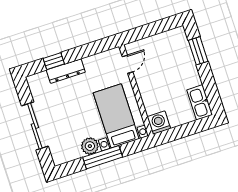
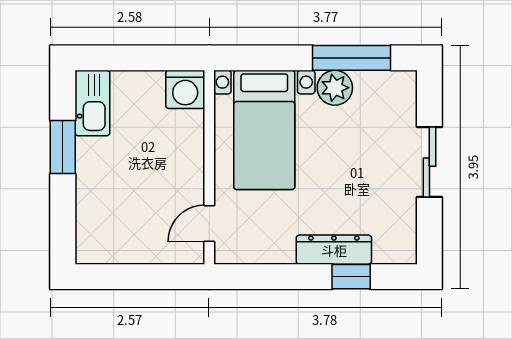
window: (198, 51) -> (63, 147), moved
sliding door: (35, 126) -> (429, 162), width x0.73
window: (103, 157) -> (351, 58), moved

